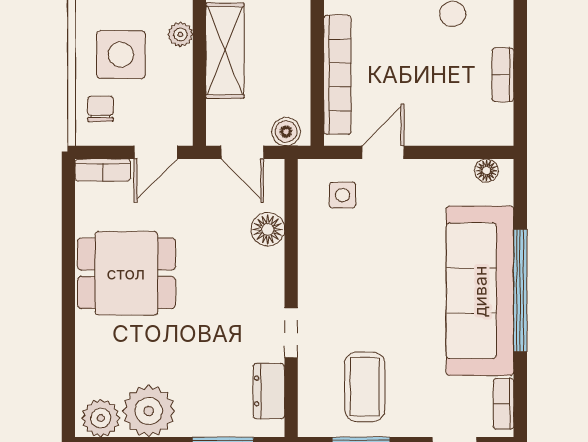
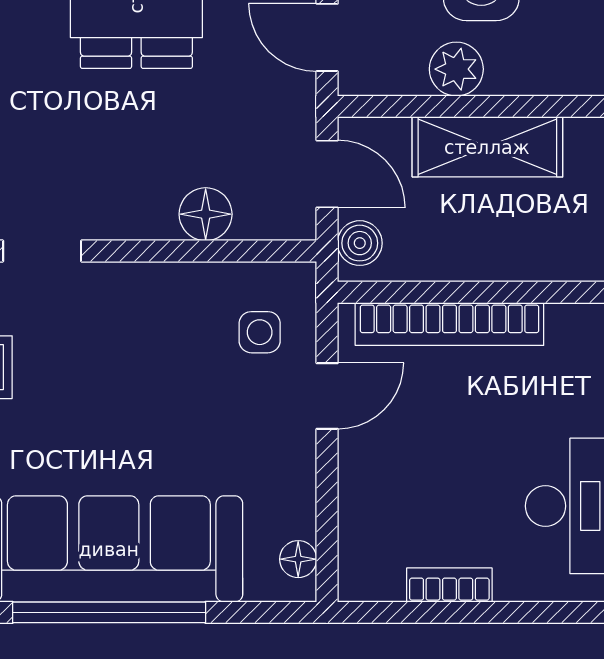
plant: (180, 34) -> (456, 69), moved, width x1.38, depth x1.38
door: (242, 152) -> (327, 174), swing flipped
door: (383, 152) -> (327, 396), hinge flipped

